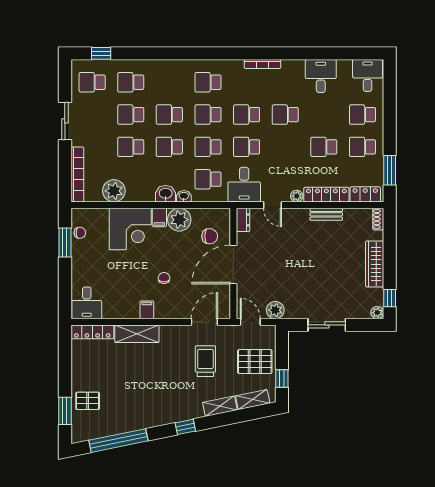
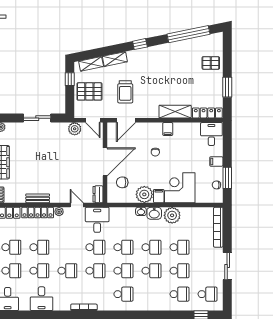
school desk: (208, 179) -> (39, 271), moved
plant: (114, 191) -> (172, 215), moved
filing cabinet: (80, 265) -> (216, 161), added
window: (65, 411) -> (227, 87), moved

